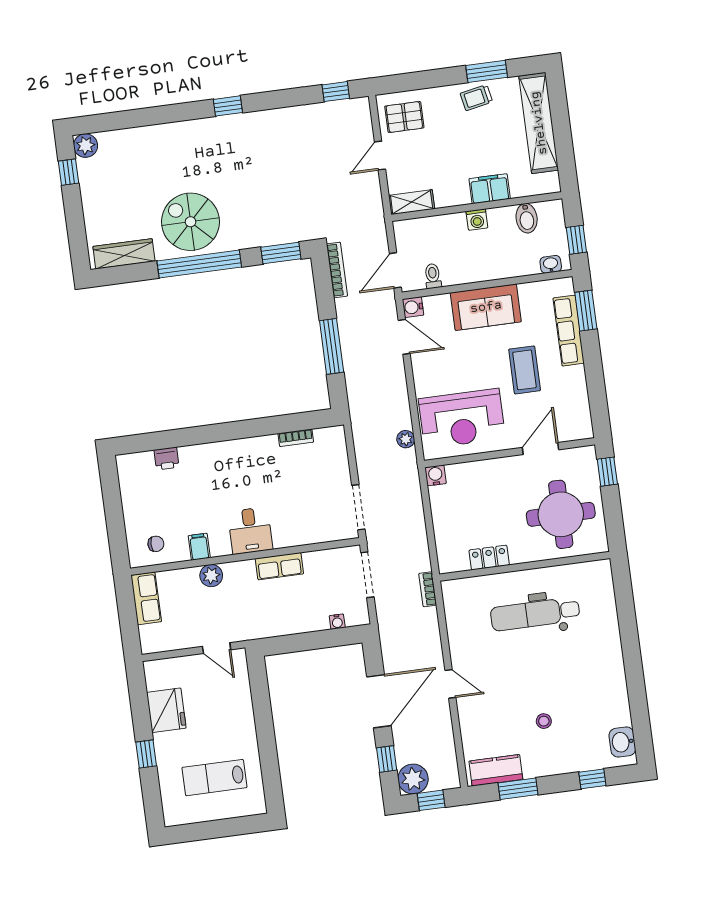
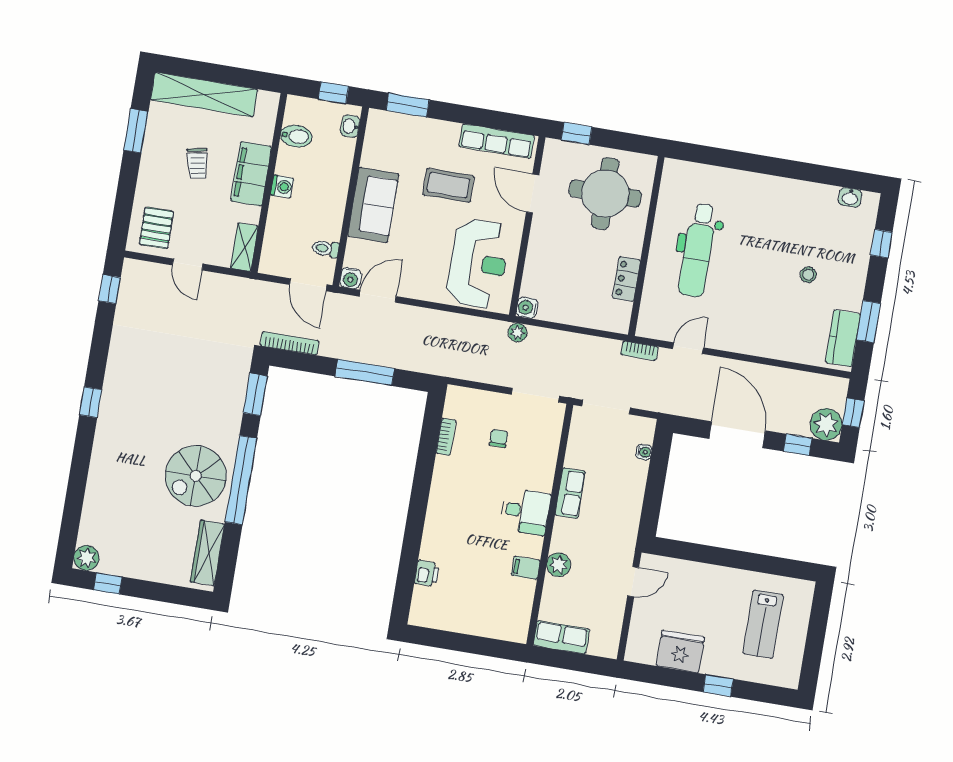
trolley: (476, 98) -> (197, 163), moved
filing cabinet: (490, 189) -> (251, 174), width x1.50, depth x1.17
row of seats: (569, 331) -> (497, 141), moved
plant: (406, 439) -> (518, 332), moved
chair: (156, 544) -> (499, 438), moved
door: (450, 684) -> (688, 348), moved
washbasin: (622, 742) -> (850, 197), width x0.72, depth x0.69

